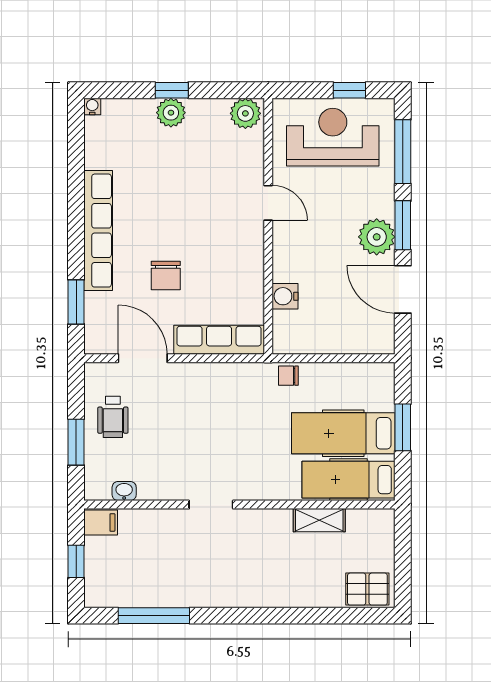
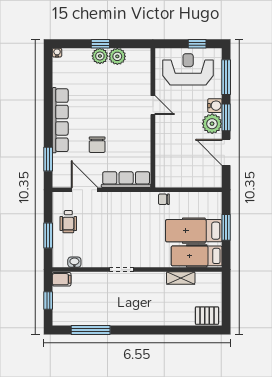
plant: (245, 113) -> (117, 56), moved
water cooler: (285, 296) -> (215, 106), moved, turned 180

